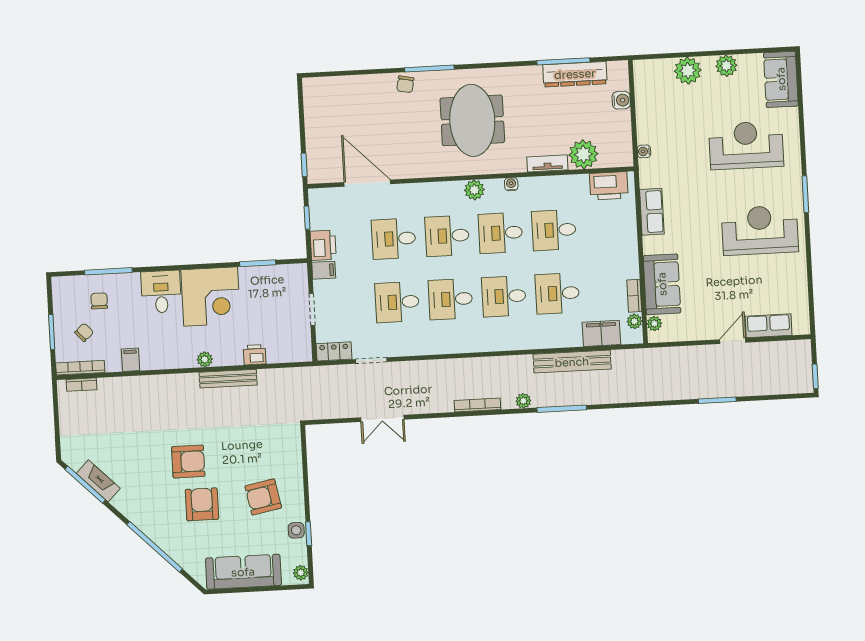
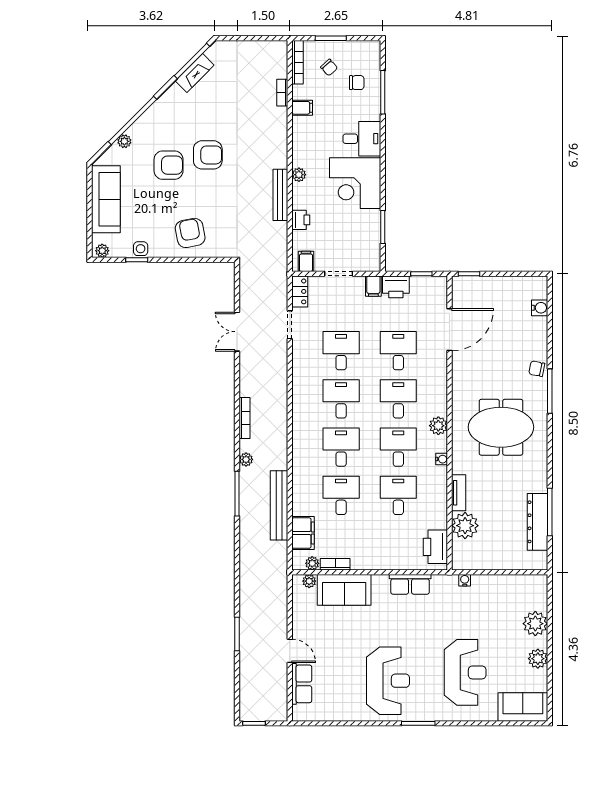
water cooler: (621, 100) -> (540, 308), moved, turned -90
filing cabinet: (300, 346) -> (306, 261), added
bookcase: (81, 385) -> (282, 93), moved
armchair: (188, 461) -> (208, 155), turned -90
armchair: (263, 497) -> (190, 233), moved
plant: (178, 555) -> (124, 141), added

